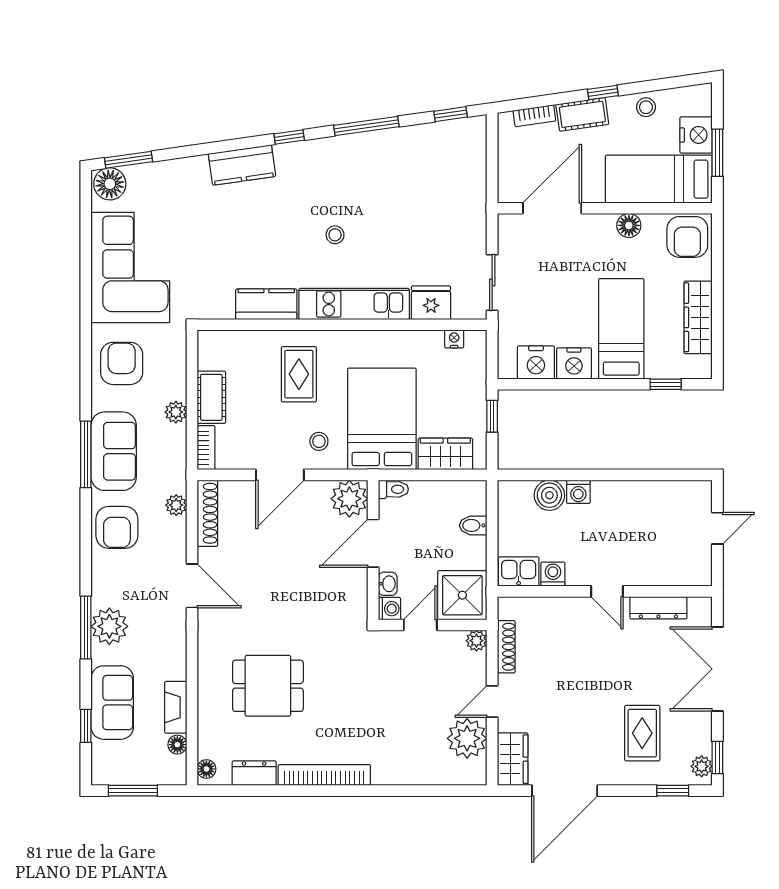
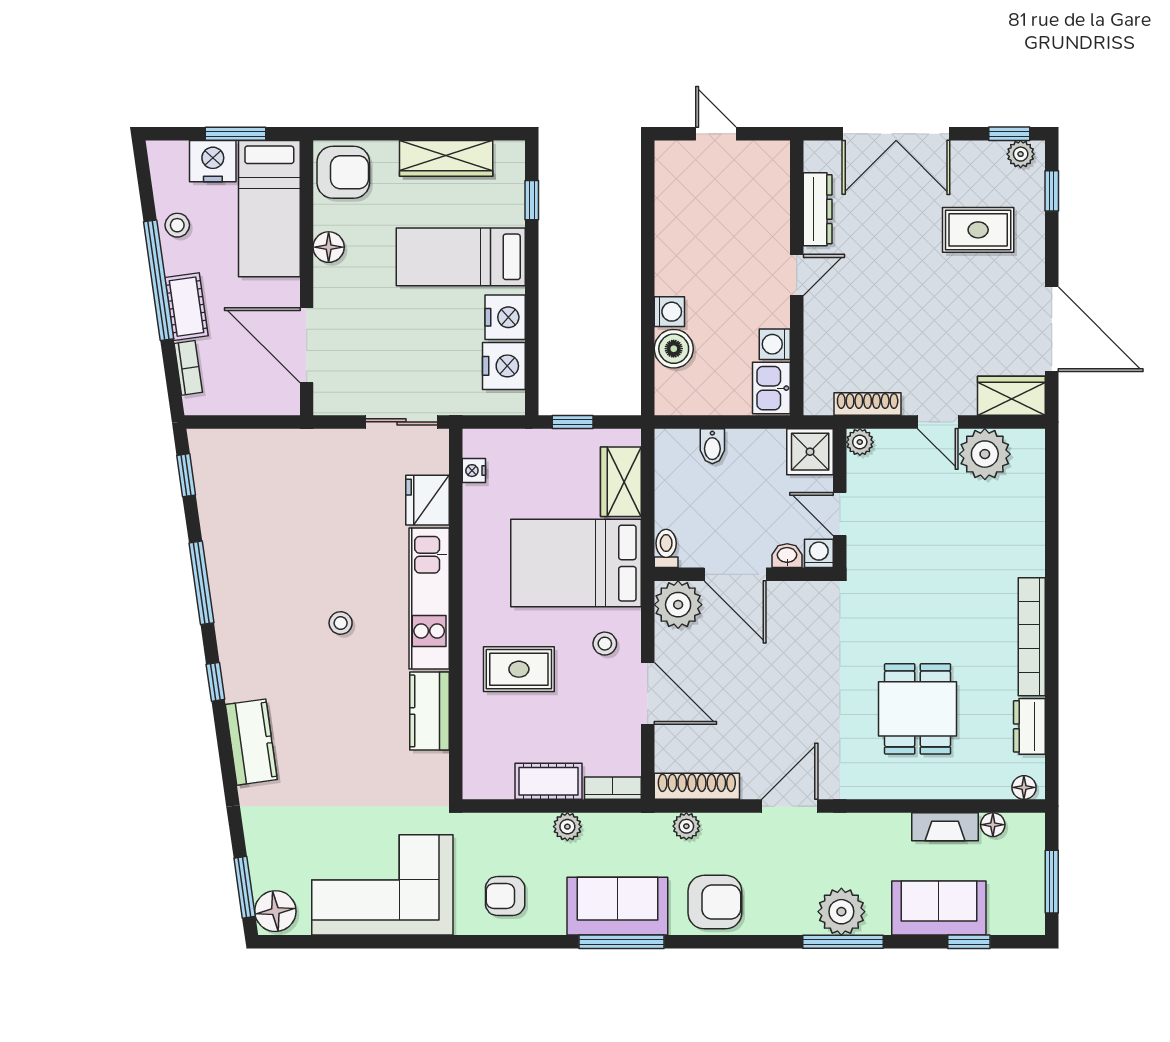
window: (603, 93) -> (159, 280), width x3.17
armchair: (122, 363) -> (505, 896), width x0.72, depth x0.72
shower: (462, 595) -> (810, 452), width x0.73, depth x0.73

